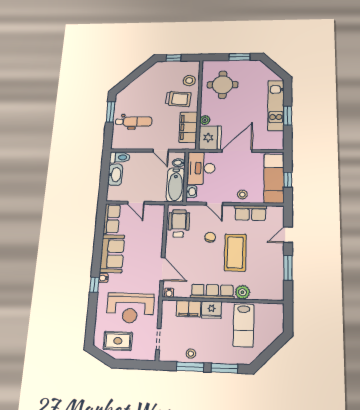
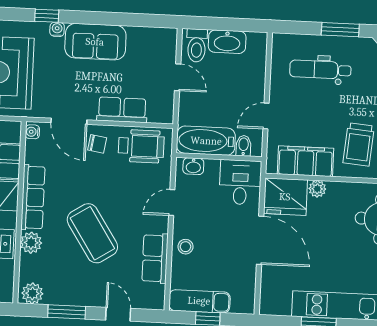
dental chair: (134, 122) -> (320, 70), turned 90
toilet: (120, 157) -> (197, 45), moved
desk: (201, 168) -> (240, 182), width x0.73
exam couch: (274, 178) -> (199, 301), width x0.73, depth x0.69
door: (136, 203) -> (178, 77), swing flipped
row of seats: (112, 219) -> (122, 110), moved, turned 180
chair: (210, 237) -> (97, 144), moved
coffee table: (235, 252) -> (92, 233), turned 57
door: (162, 269) -> (69, 121), hinge flipped
plant: (277, 291) -> (32, 293), added

